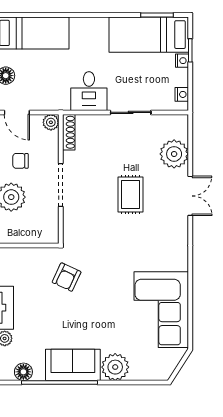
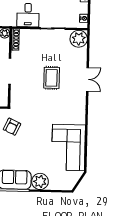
plant: (174, 154) -> (79, 39), moved

